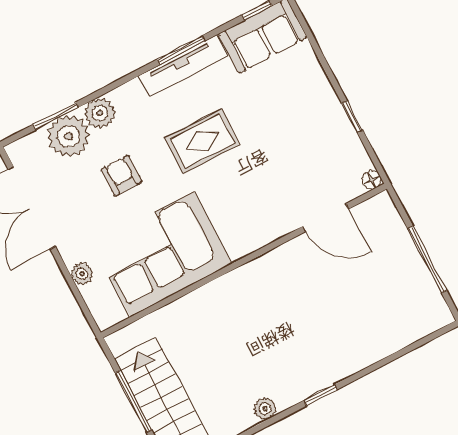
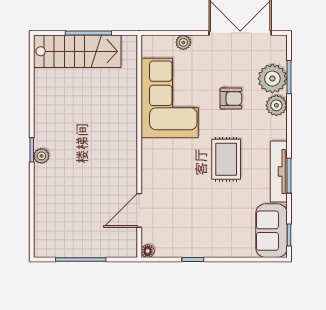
plant: (265, 409) -> (41, 156), moved

